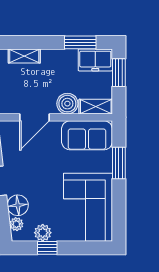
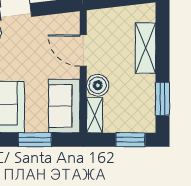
shelving: (24, 56) -> (145, 48), width x1.50, depth x1.33
freezer: (95, 60) -> (144, 115), removed

